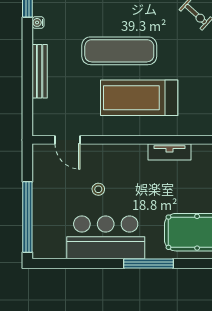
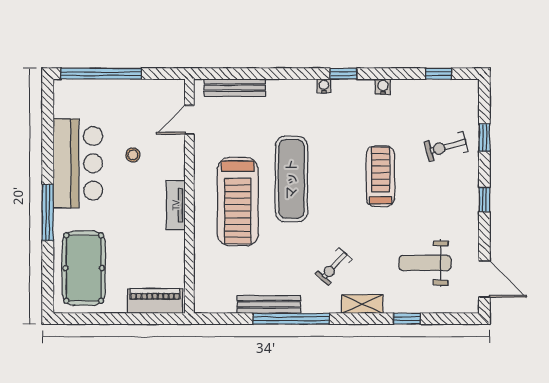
bench: (40, 71) -> (235, 88), moved
treadmill: (139, 98) -> (238, 202), turned 180
tv unit: (170, 152) -> (176, 205), moved

